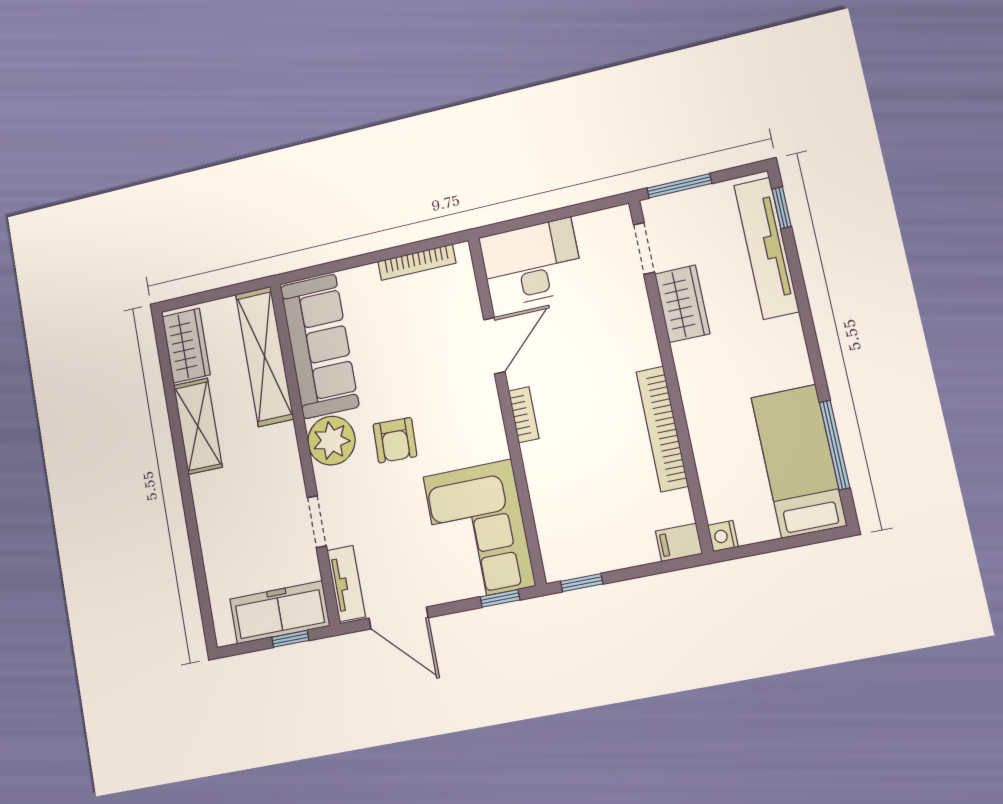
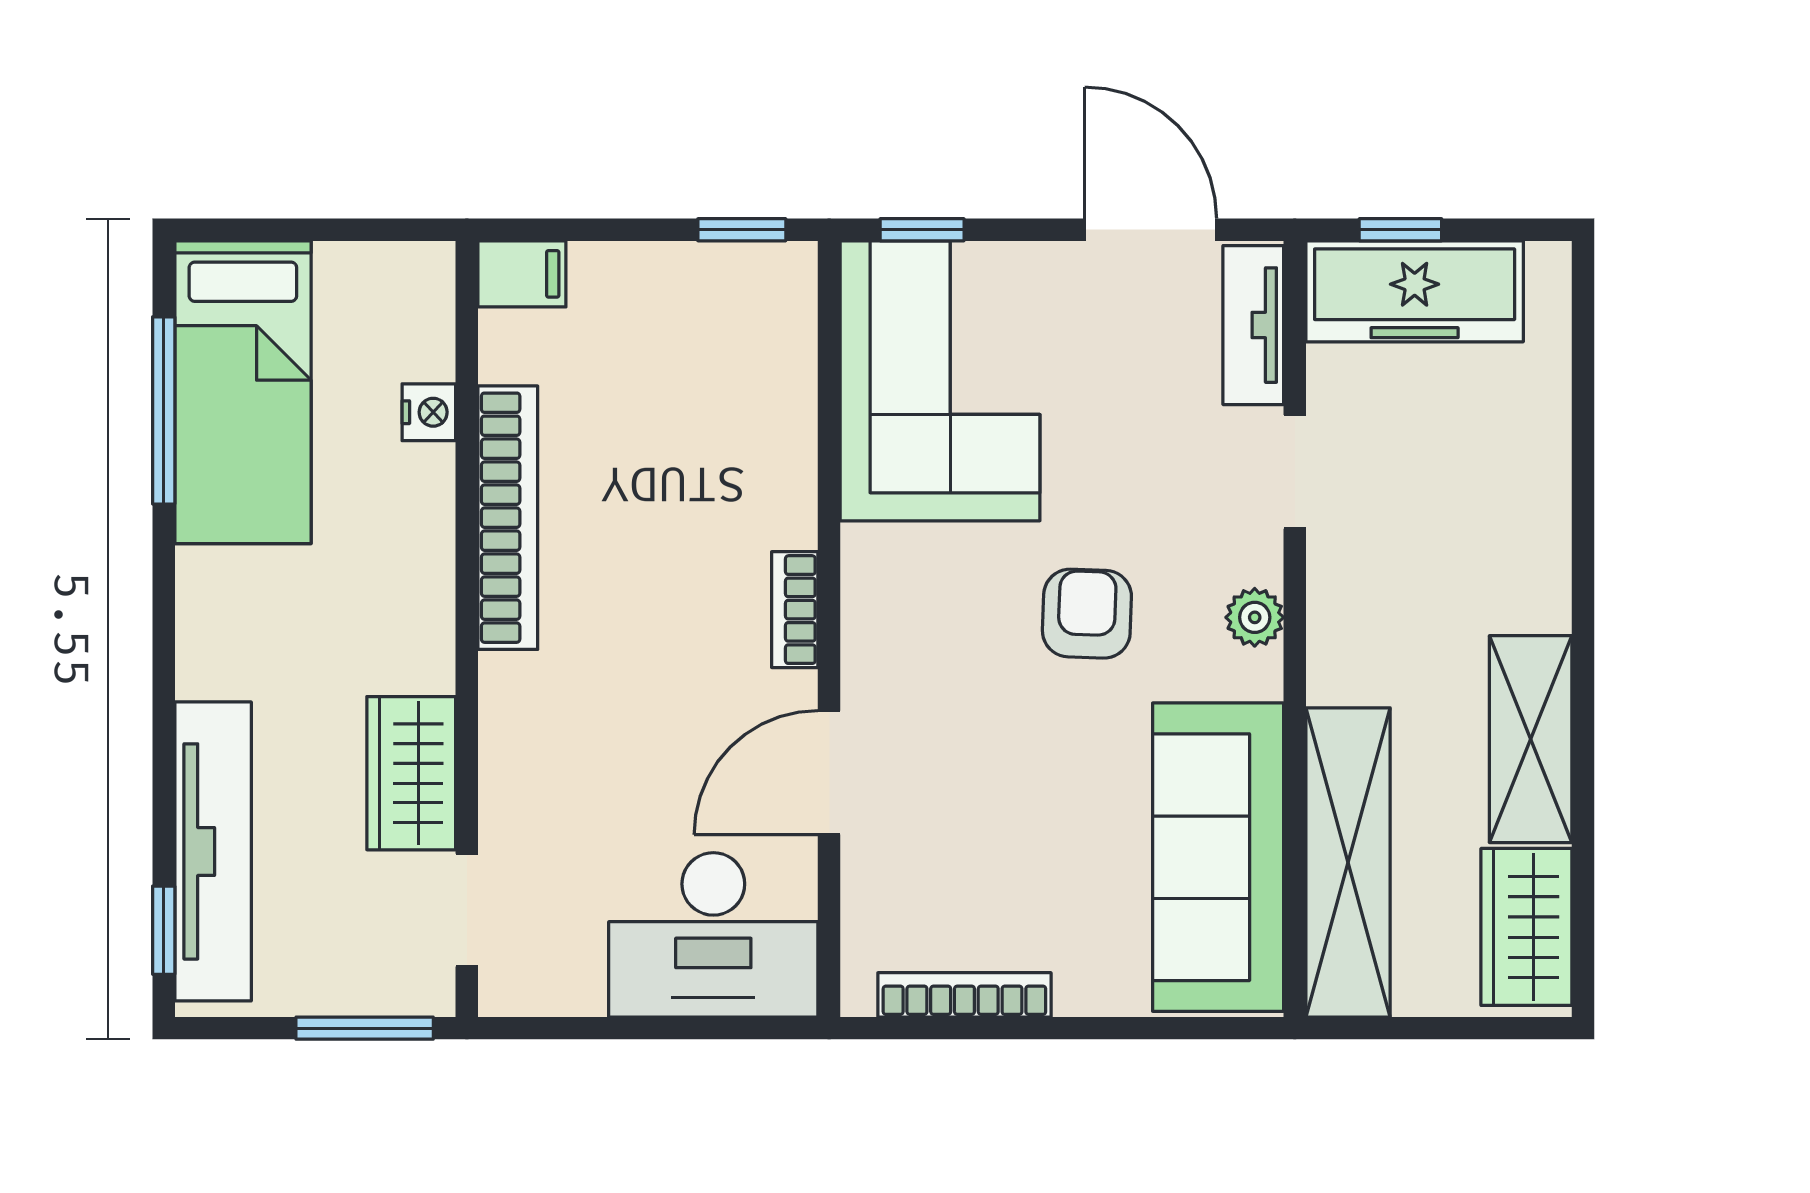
plant: (331, 441) -> (1255, 617), width x0.53, depth x0.53
nightstand: (723, 536) -> (429, 412), moved

